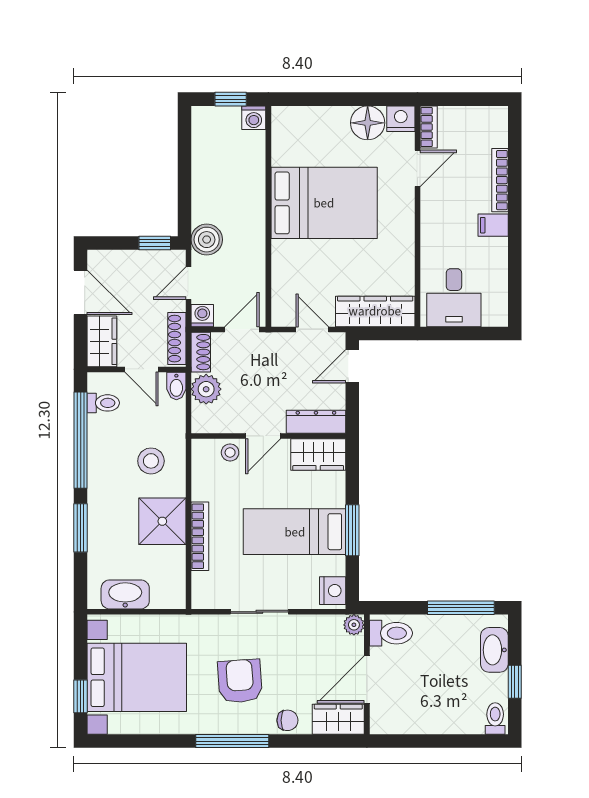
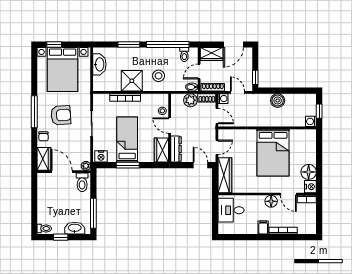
floor lamp: (434, 207) -> (271, 201), added
boiler: (207, 240) -> (278, 100), moved

